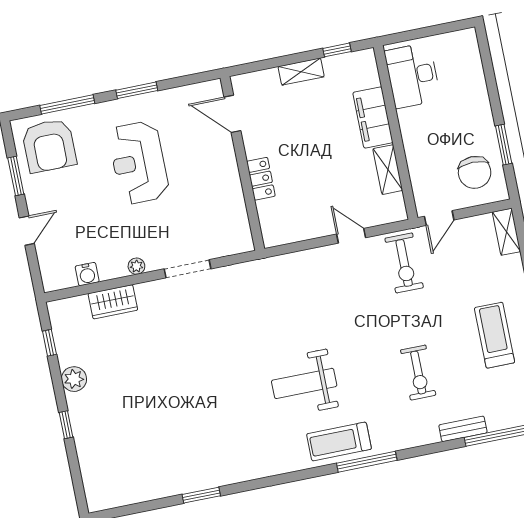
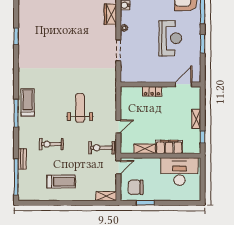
desk: (412, 75) -> (180, 172), width x1.36, depth x1.30
reception desk: (139, 163) -> (170, 38), turned 90
door: (439, 218) -> (118, 167), swing flipped
weight bench: (304, 383) -> (80, 108), moved

